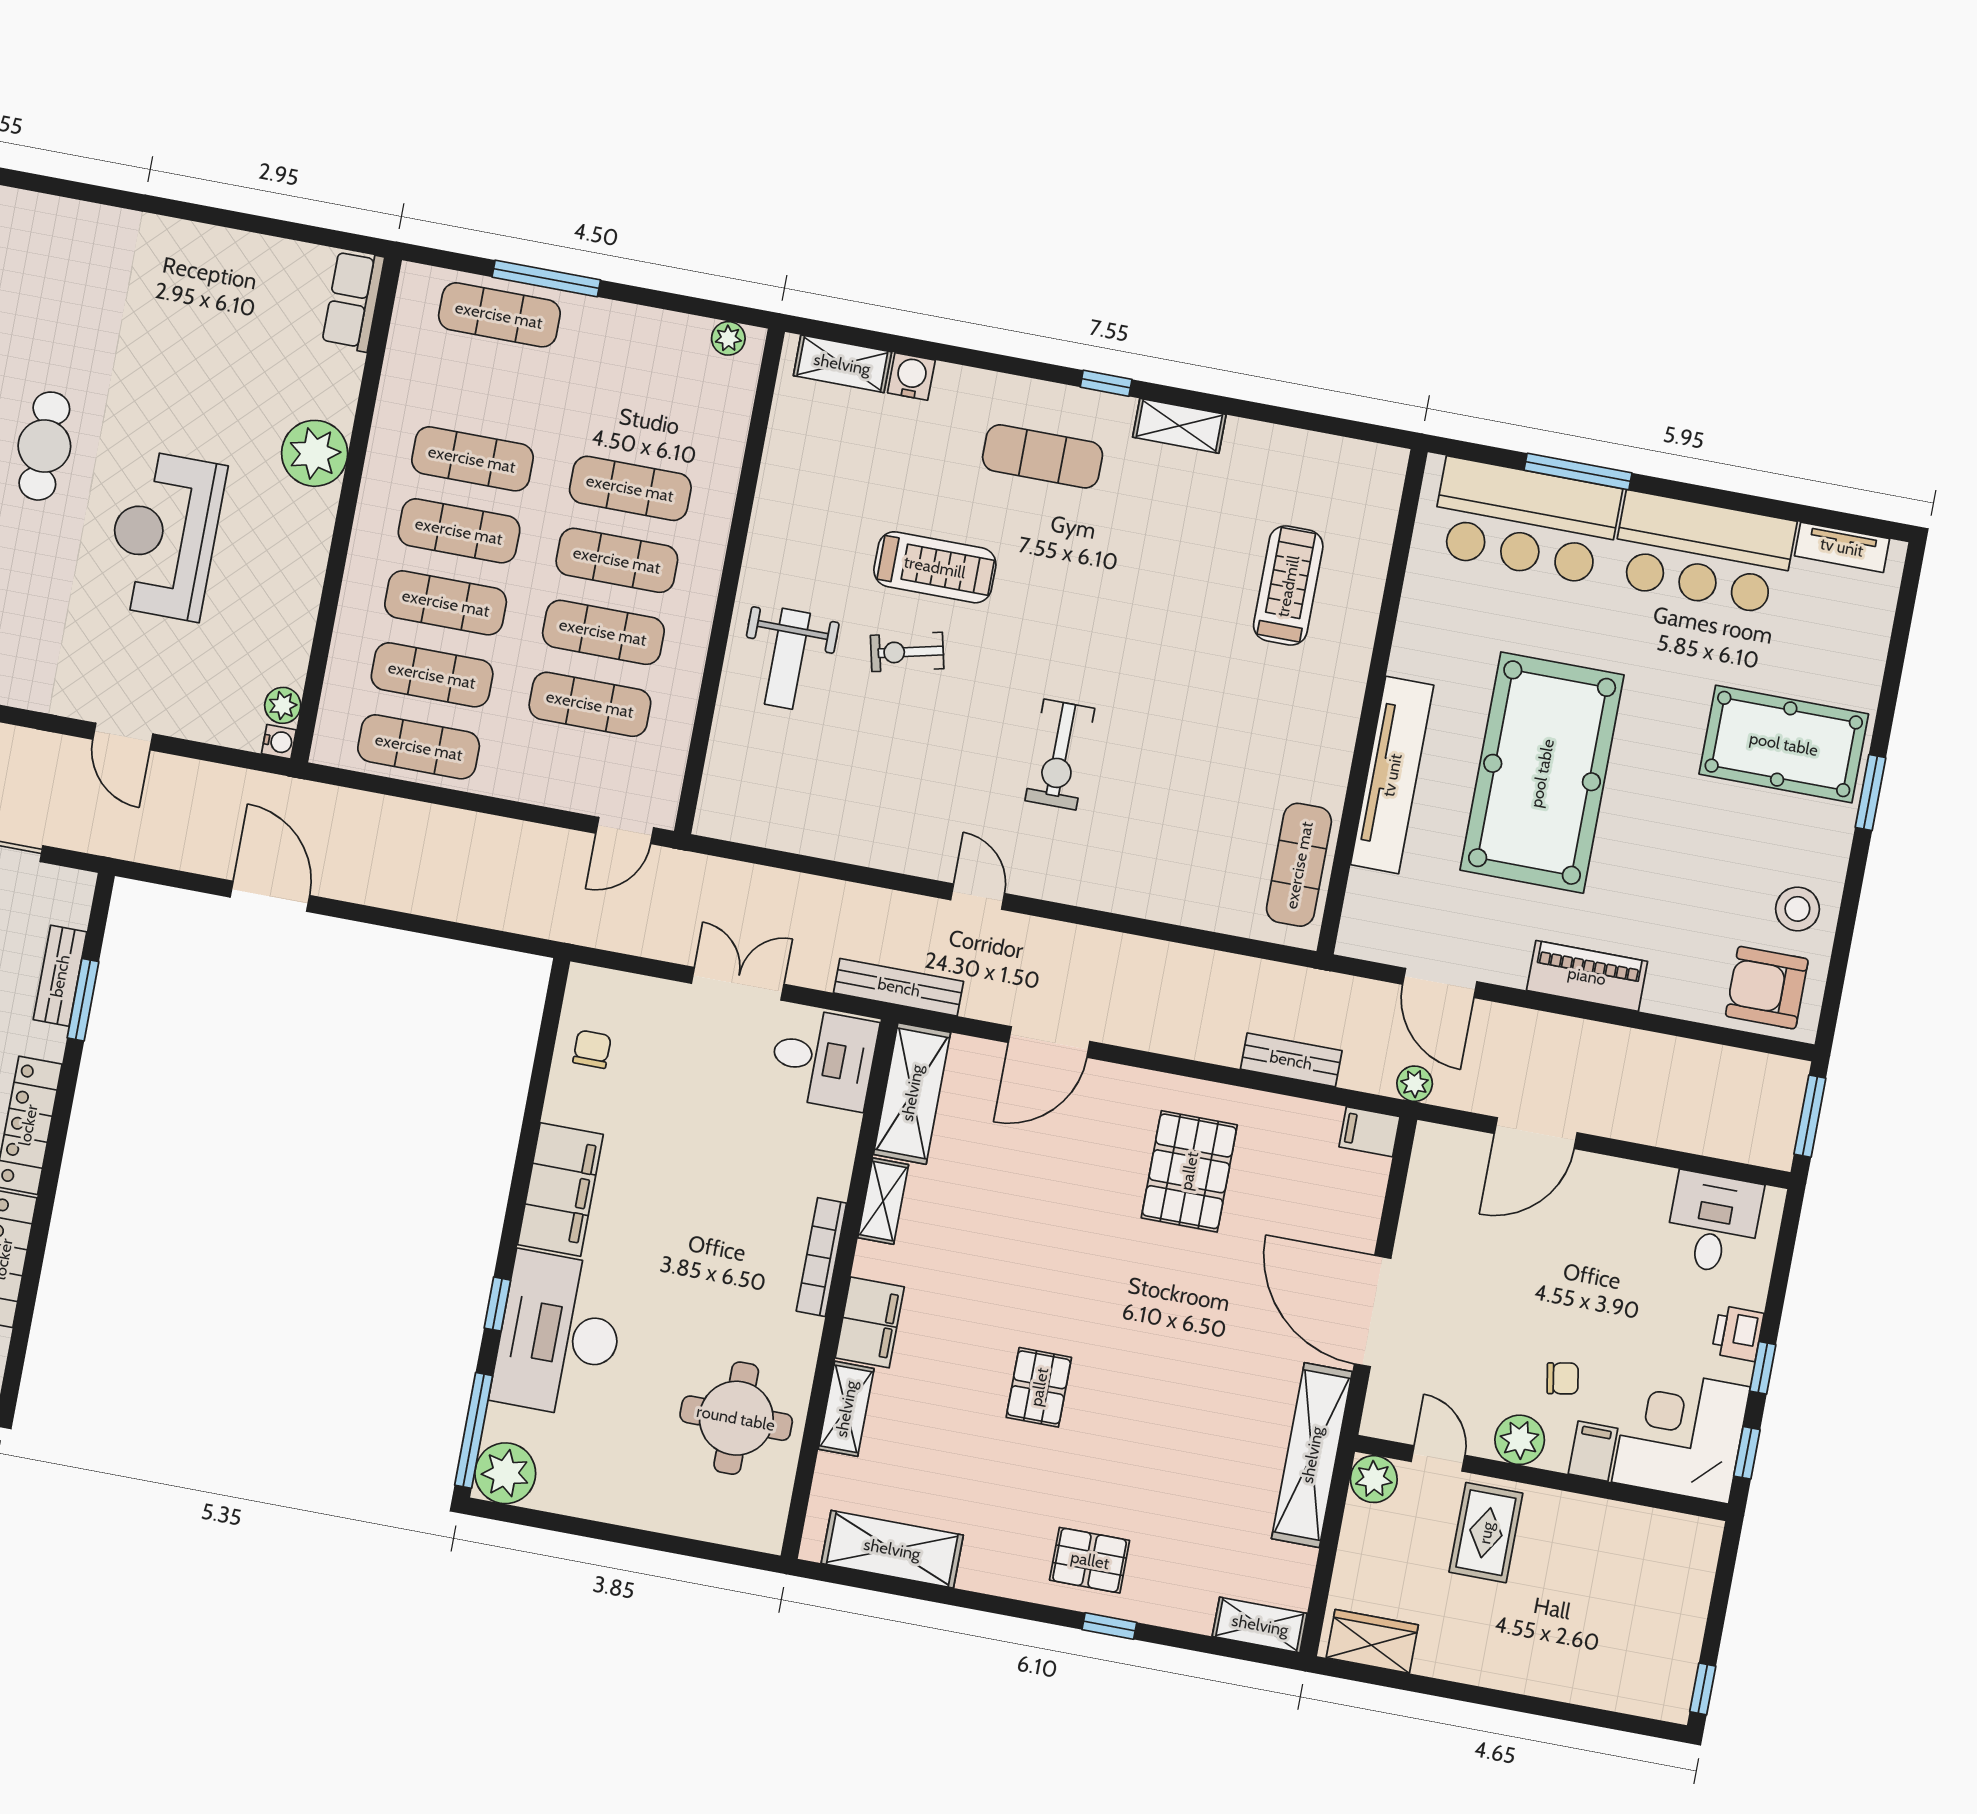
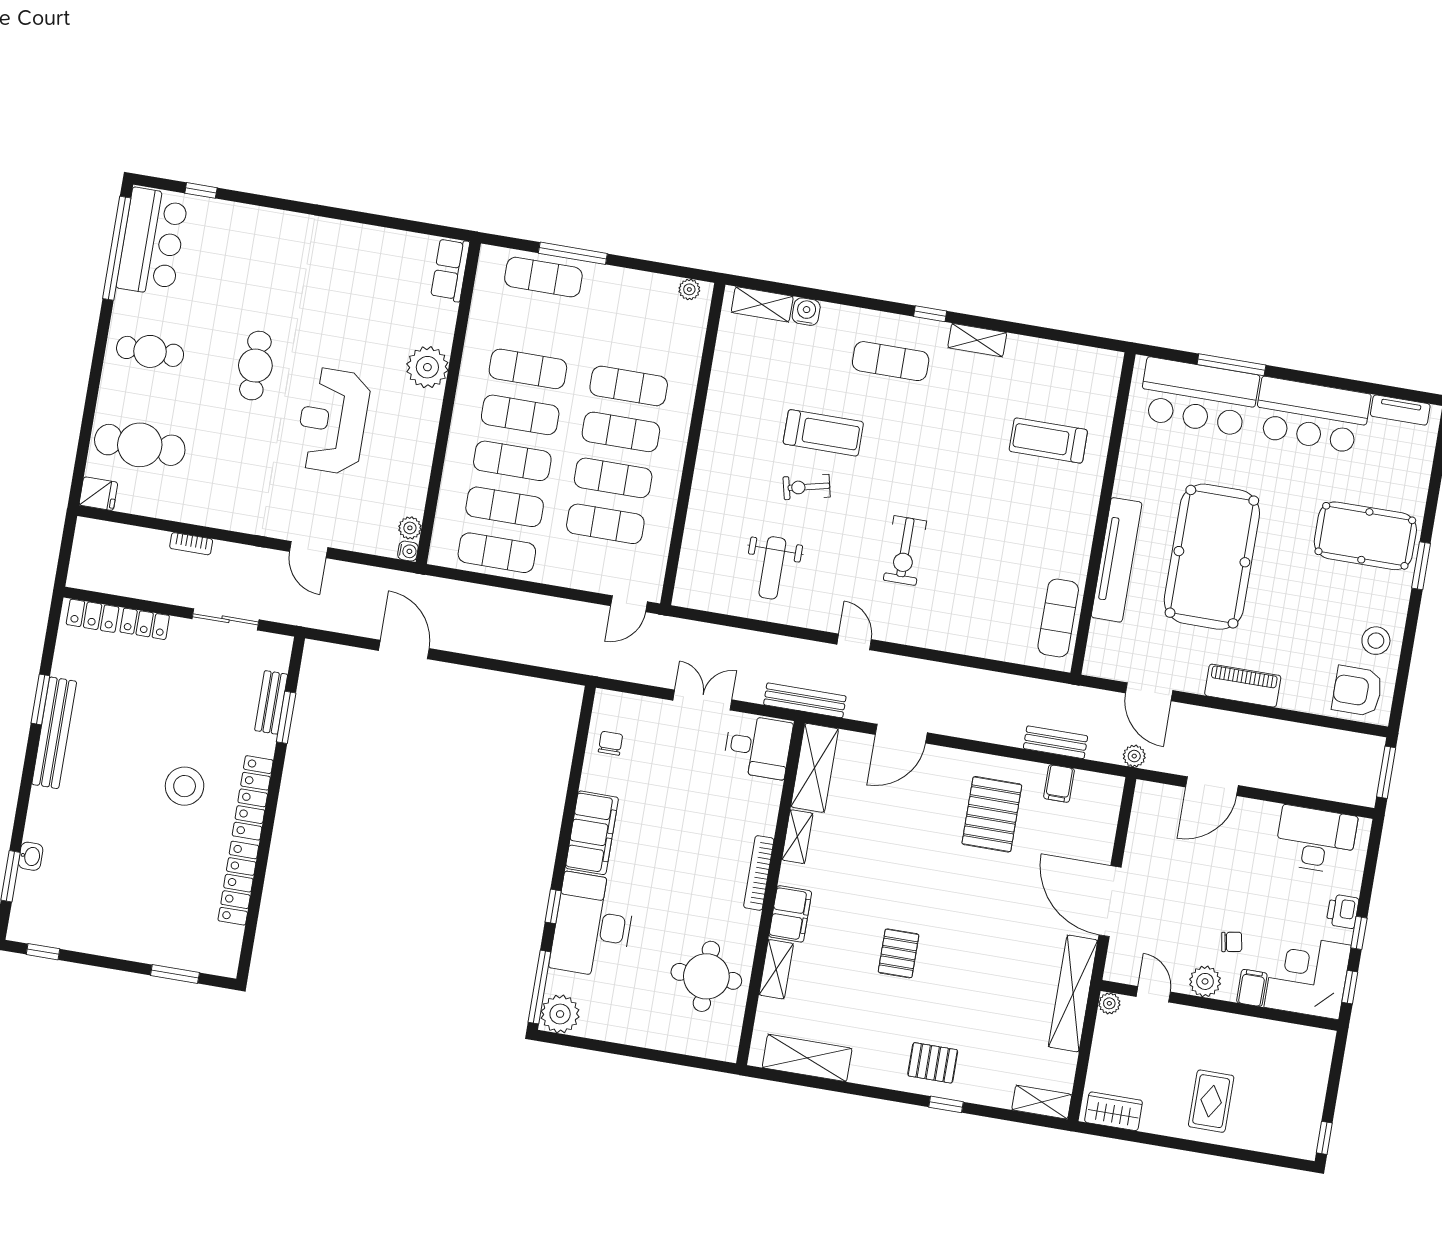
treadmill: (1288, 586) -> (1048, 440), turned -90
weight bench: (787, 659) -> (772, 568), moved
filing cabinet: (1370, 1132) -> (1059, 784), moved, turned -90
desk: (1714, 1223) -> (1316, 840), width x1.37
plant: (1374, 1479) -> (1109, 1003), width x0.73, depth x0.73
rug: (1486, 1533) -> (1211, 1101), moved

